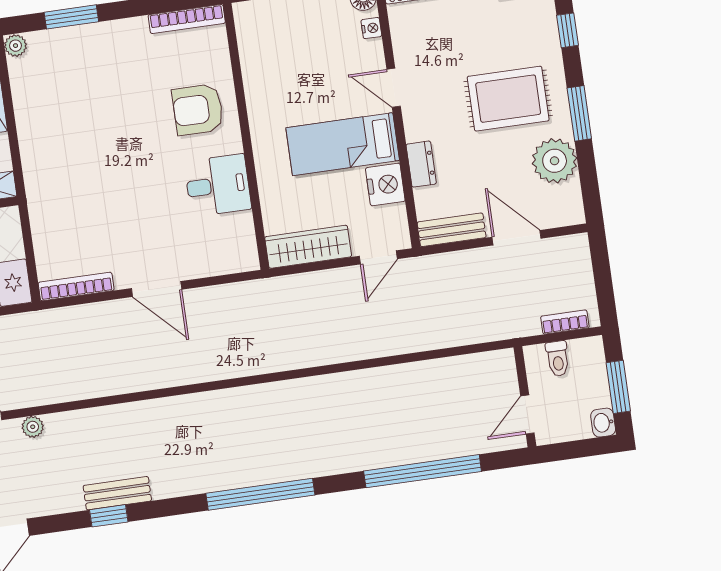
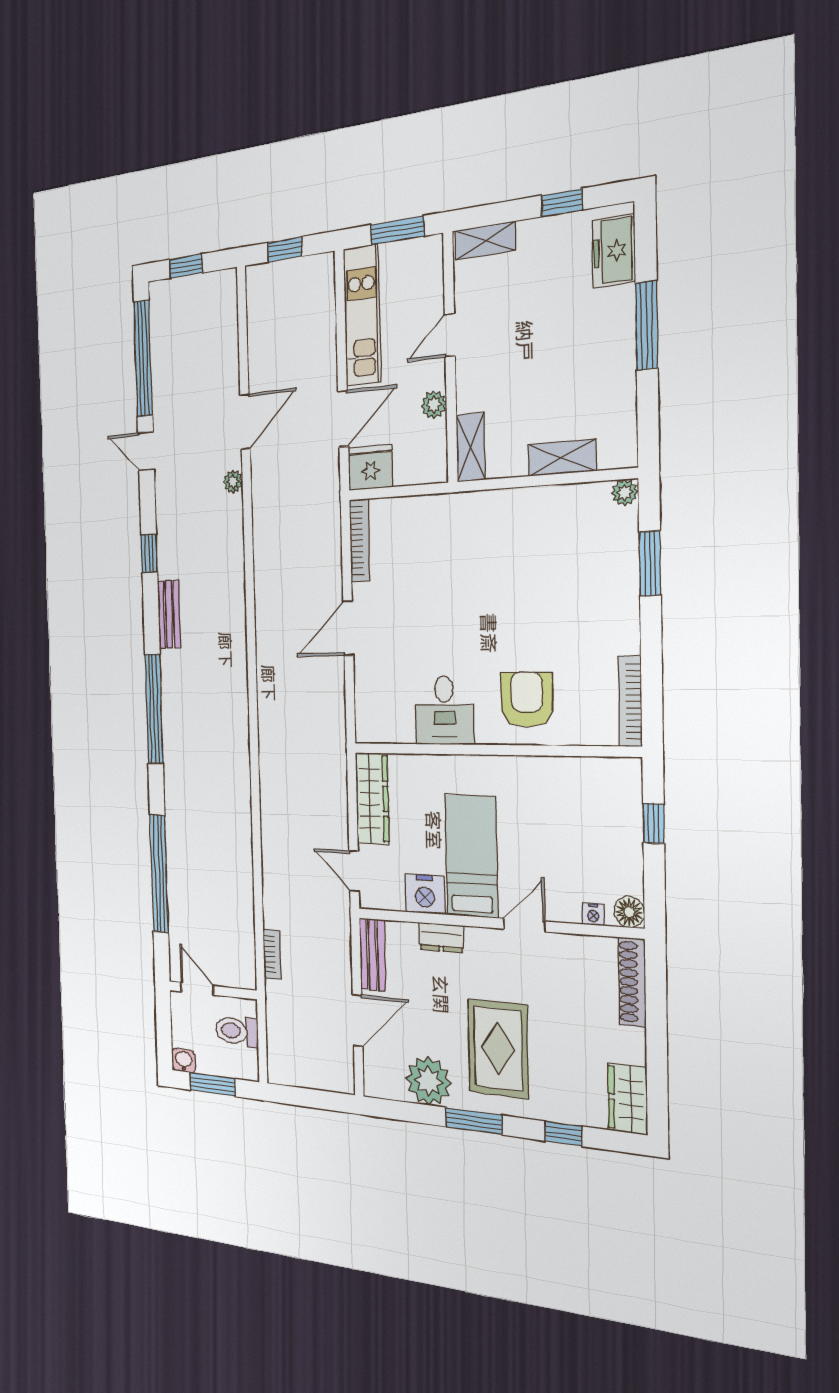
bookcase: (565, 322) -> (272, 954), moved
toilet: (558, 359) -> (237, 1031), width x1.37, depth x1.39
bench: (117, 493) -> (169, 614), moved

